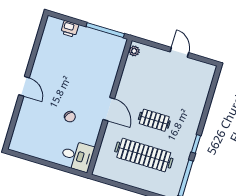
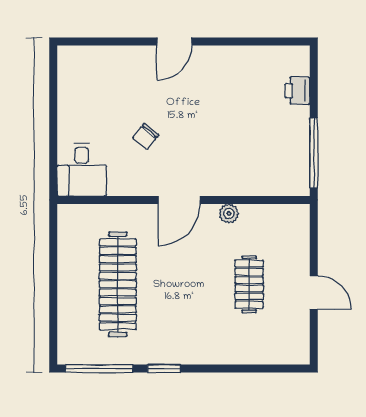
plant: (134, 51) -> (229, 214), moved
door: (179, 52) -> (314, 293), hinge flipped
clothes rail: (154, 120) -> (249, 284), moved

